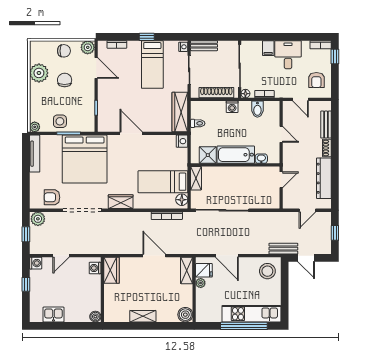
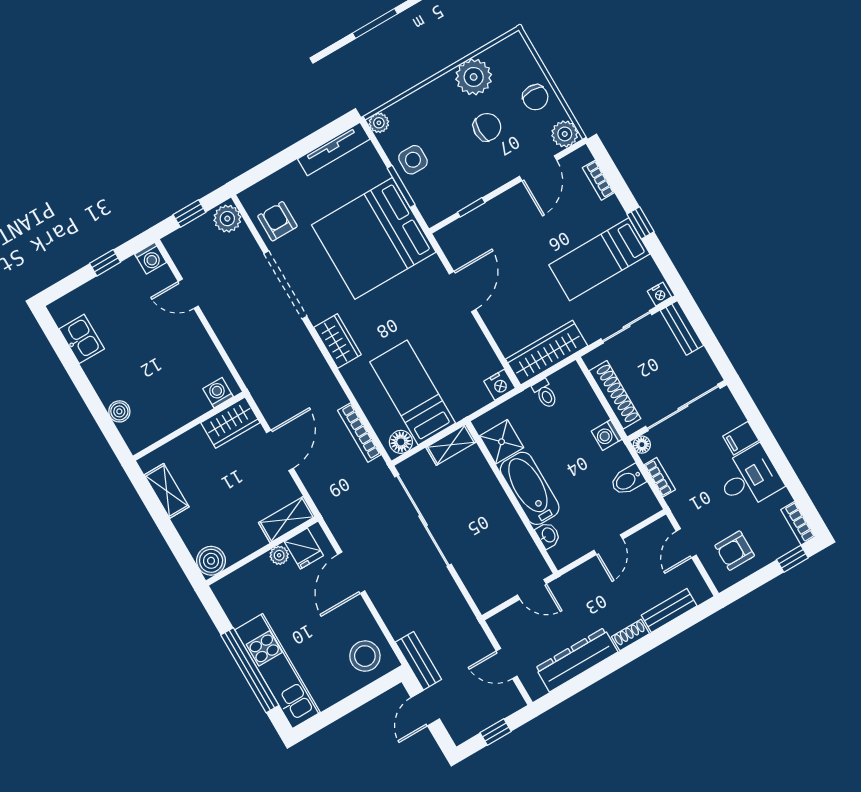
washing machine: (95, 268) -> (218, 393), moved
wardrobe: (111, 270) -> (230, 423), moved
wall: (102, 290) -> (189, 426), moved

